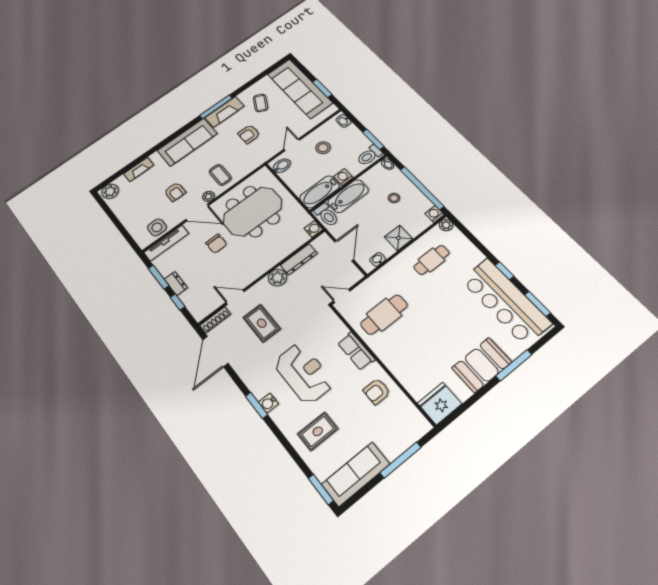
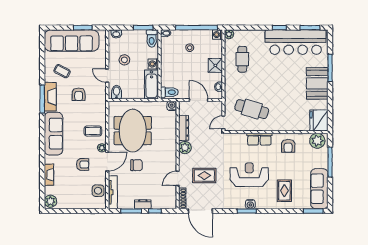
bathtub: (348, 196) -> (167, 71), removed
cafe table: (384, 315) -> (252, 109), turned -73
plant: (413, 422) -> (317, 141), added

